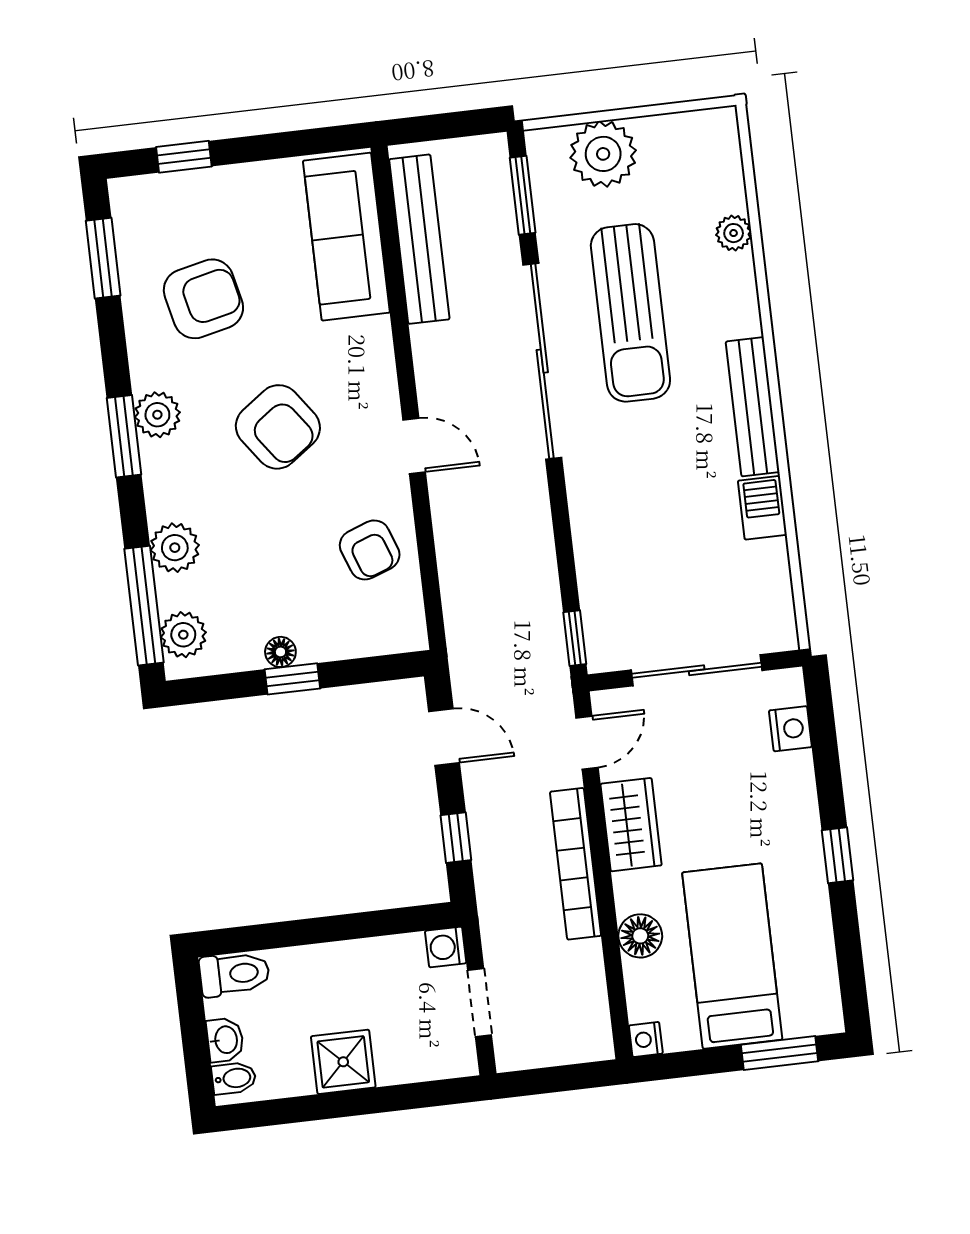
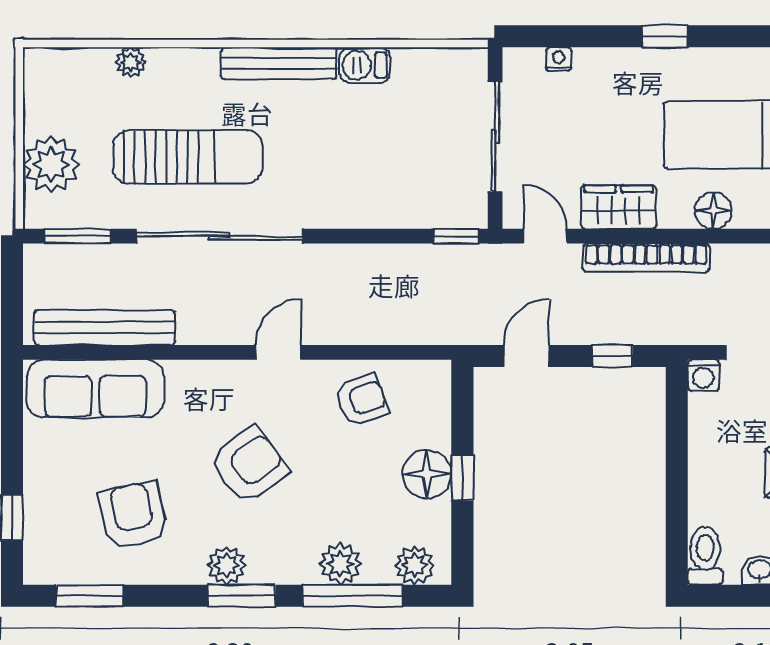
window: (144, 606) -> (352, 596), moved
floor lamp: (280, 652) -> (427, 474), width x1.89, depth x1.89
nightstand: (790, 729) -> (559, 59), width x0.72, depth x0.74

